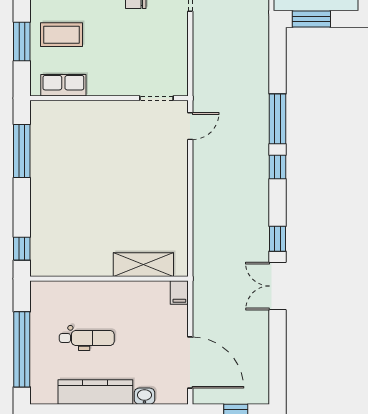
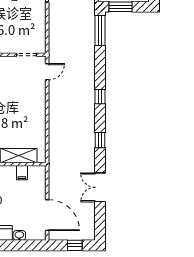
window: (277, 119) -> (100, 31), moved
double door: (277, 286) -> (100, 187), moved
filing cabinet: (179, 293) -> (22, 173), moved

